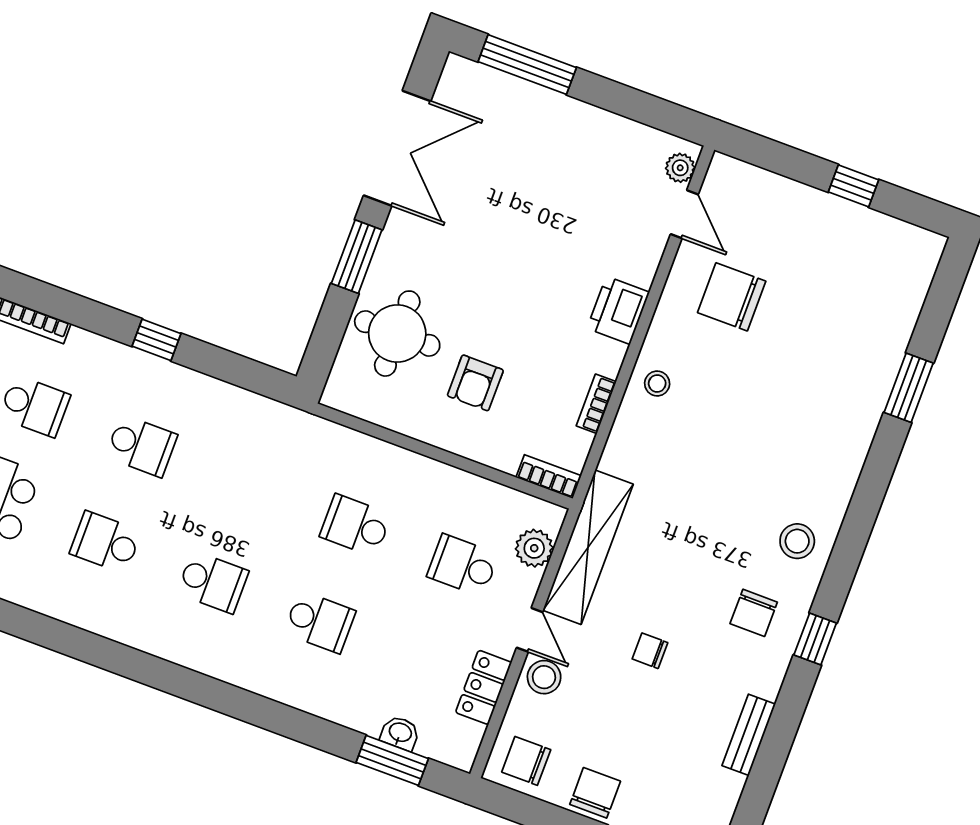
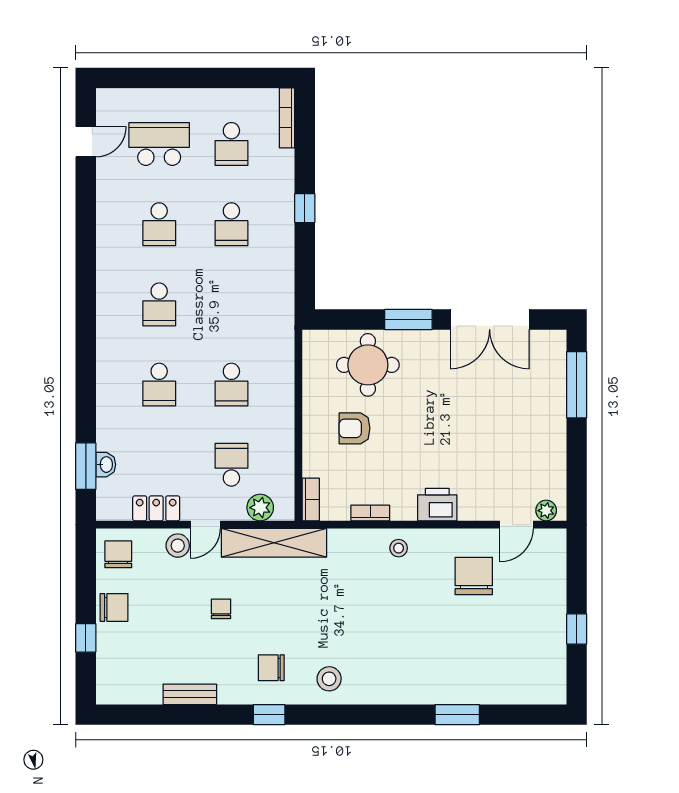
school desk: (356, 525) -> (231, 385), turned 180
school desk: (106, 542) -> (159, 224), turned 180

